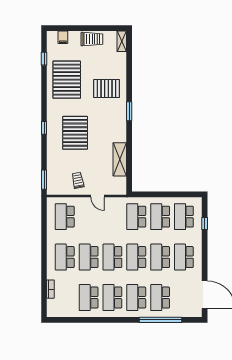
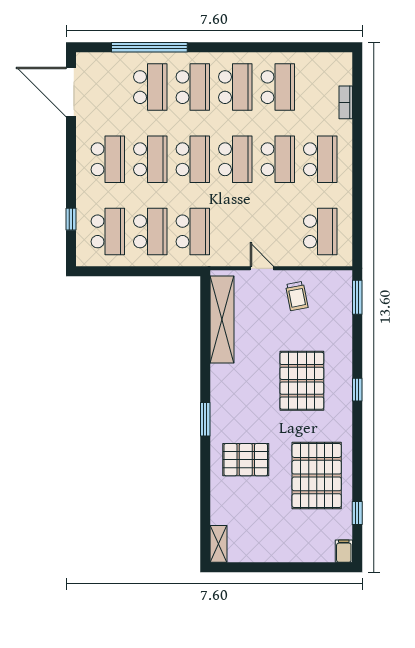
filing cabinet: (63, 37) -> (344, 551), moved
trolley: (92, 39) -> (272, 548), removed
shelving: (120, 159) -> (222, 319), width x1.47

